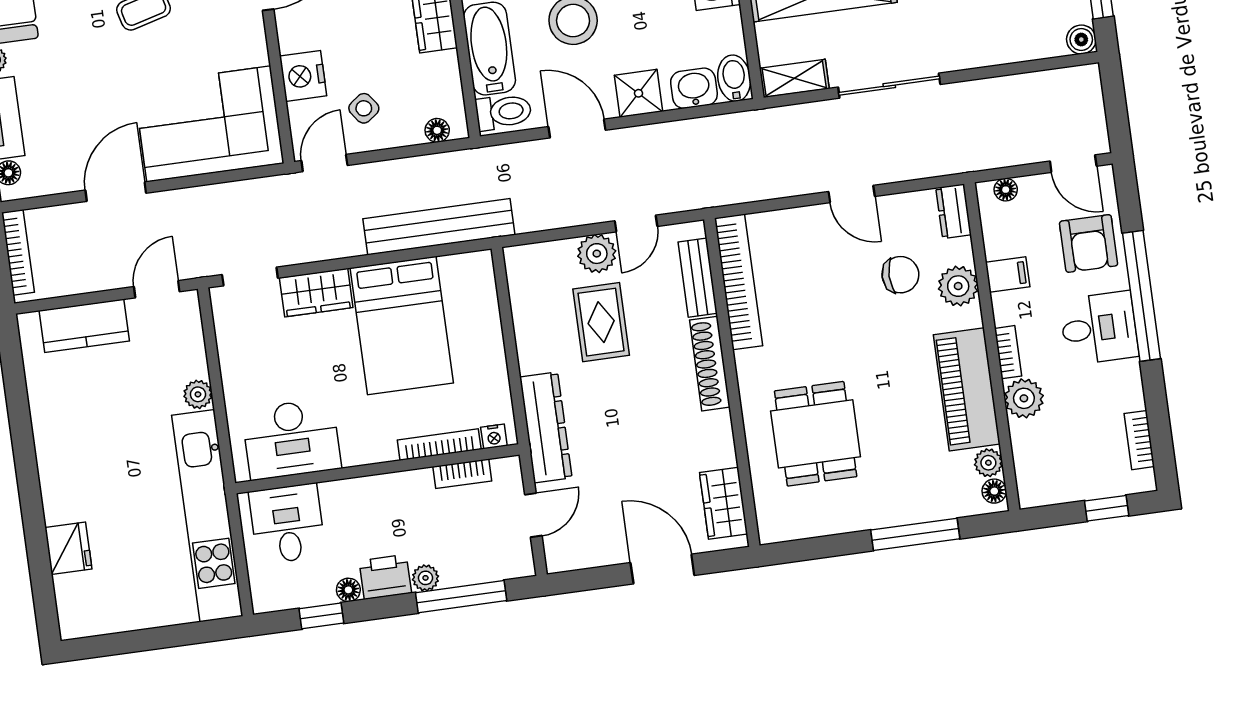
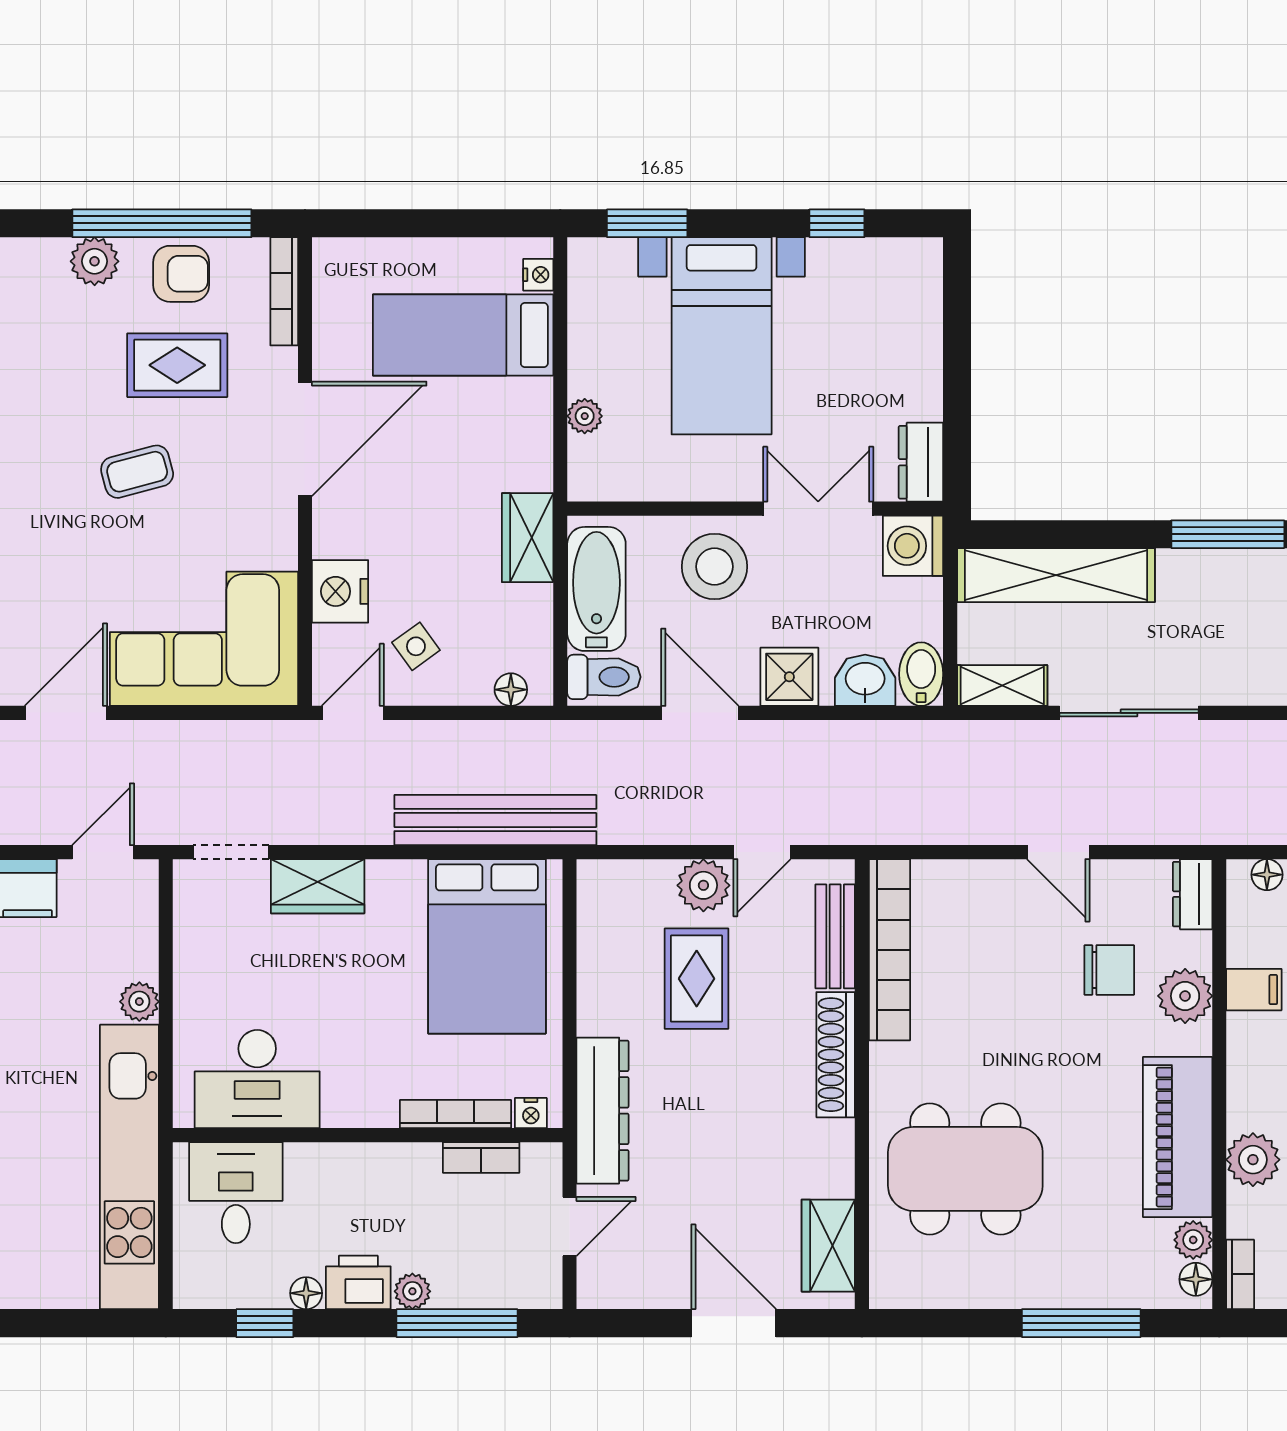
bed: (402, 325) -> (487, 946), moved
bookcase: (1008, 352) -> (1240, 1274), moved
dining table: (816, 434) -> (965, 1169), width x1.38

